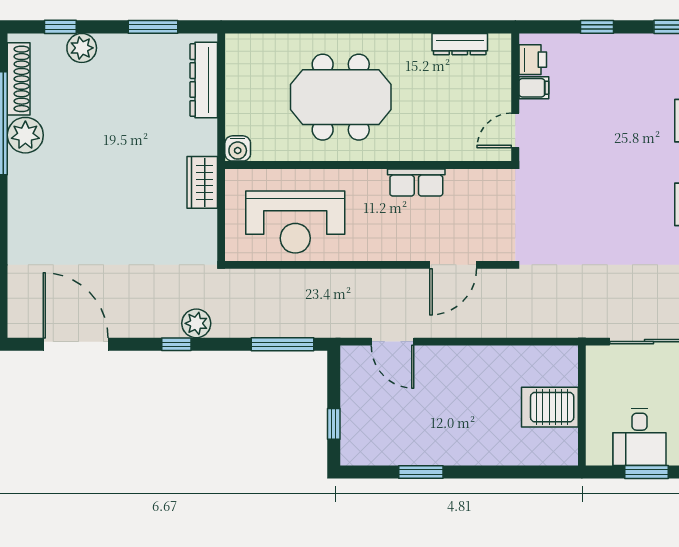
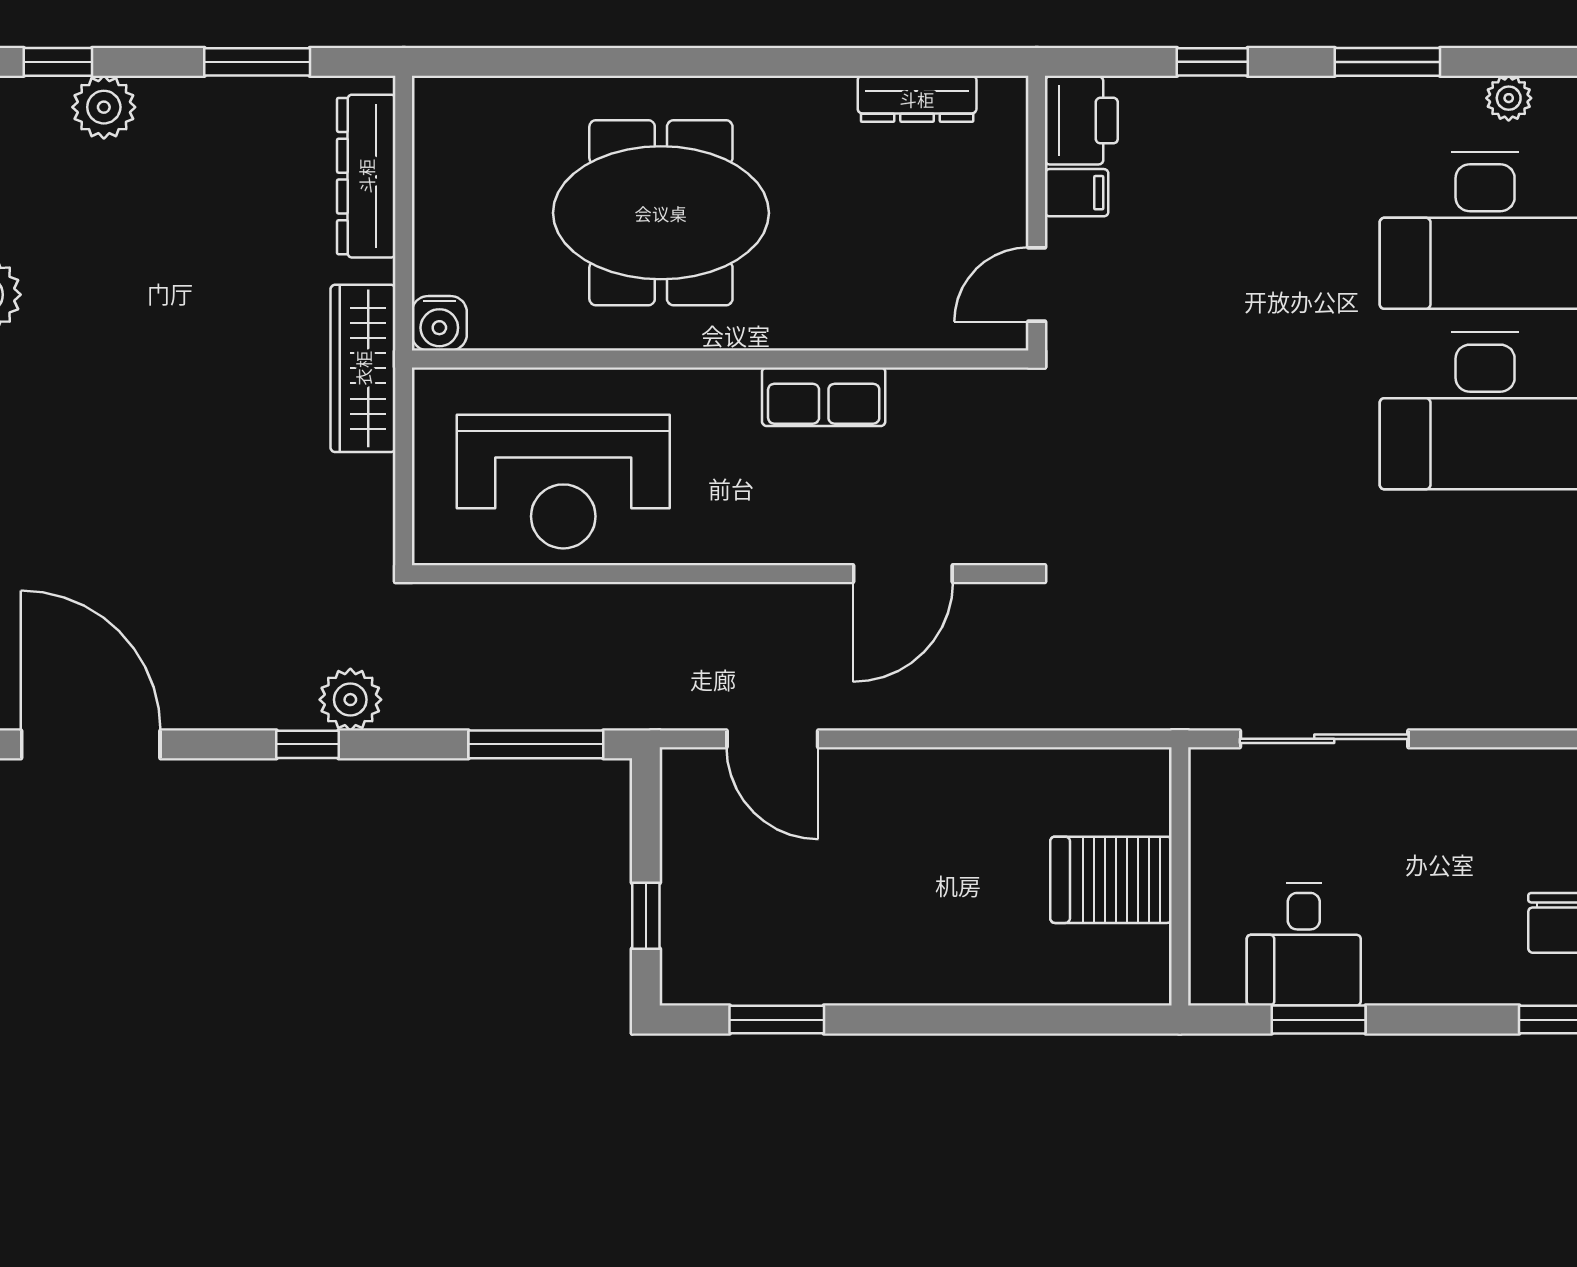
printer: (533, 60) -> (1081, 121), width x1.36, depth x1.24
wardrobe: (202, 182) -> (363, 368), width x1.50
window: (421, 472) -> (777, 1020), moved

